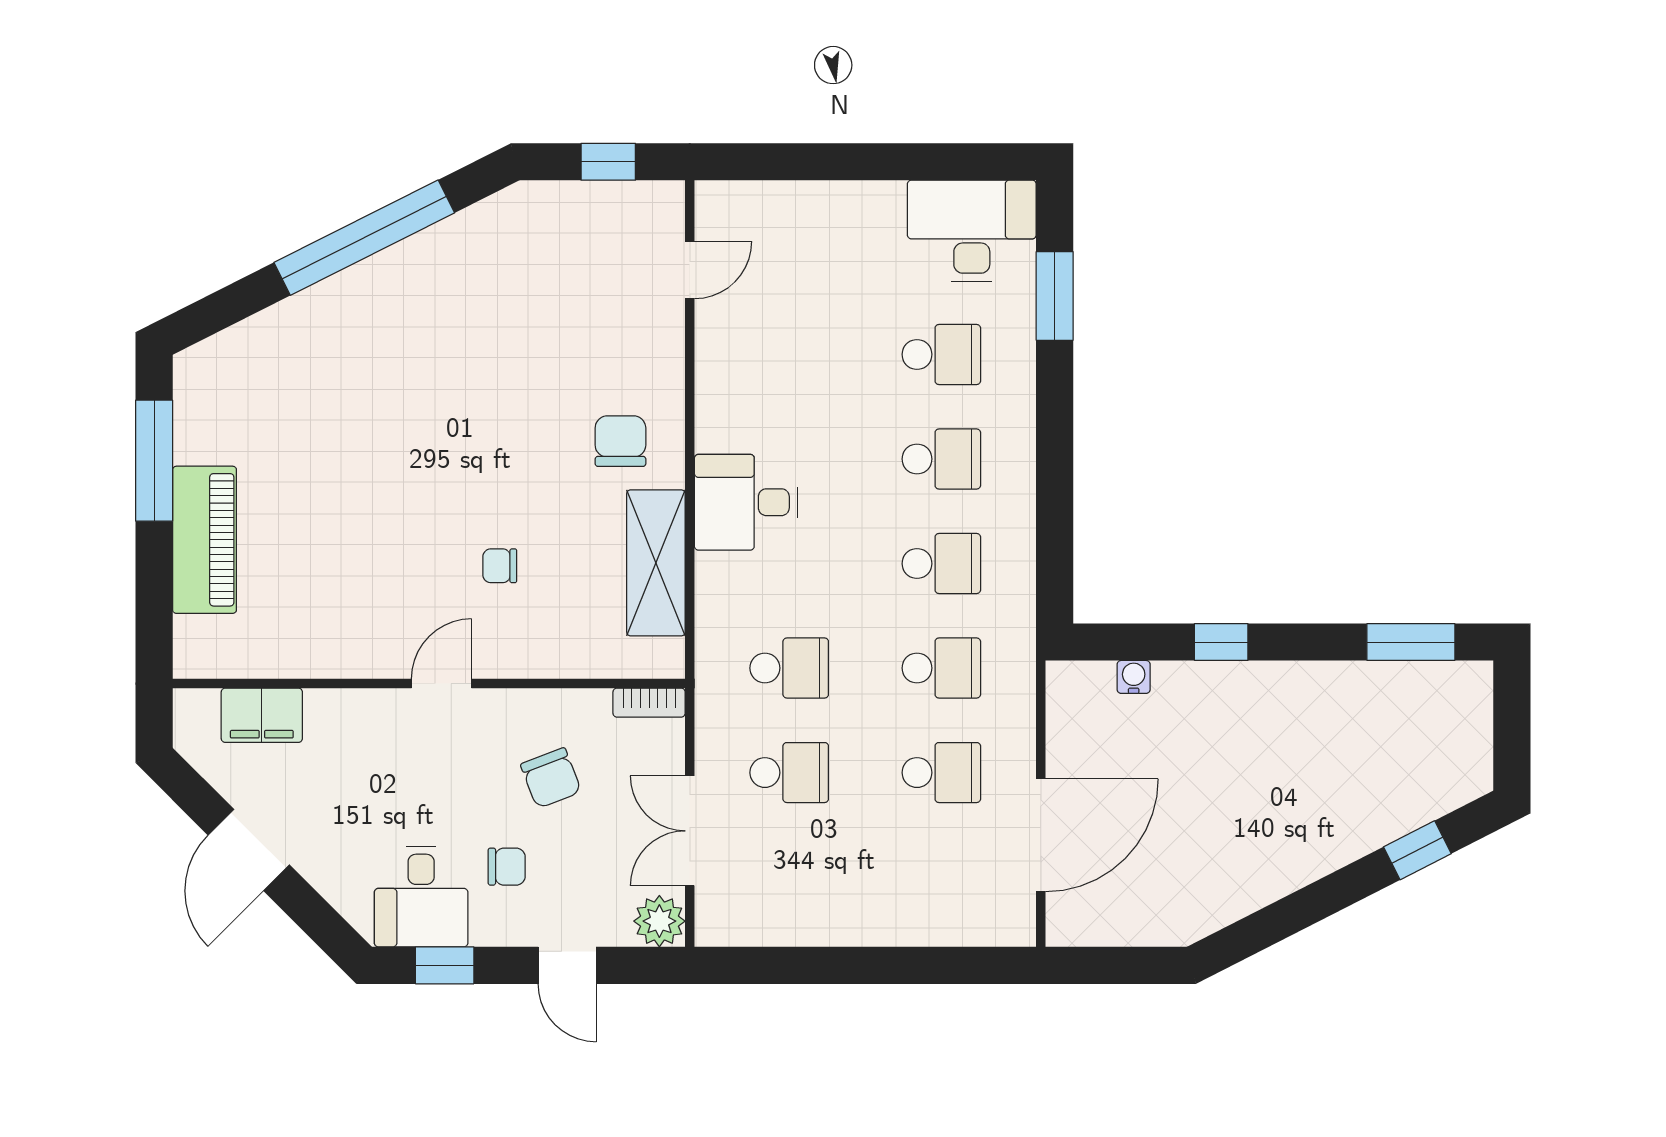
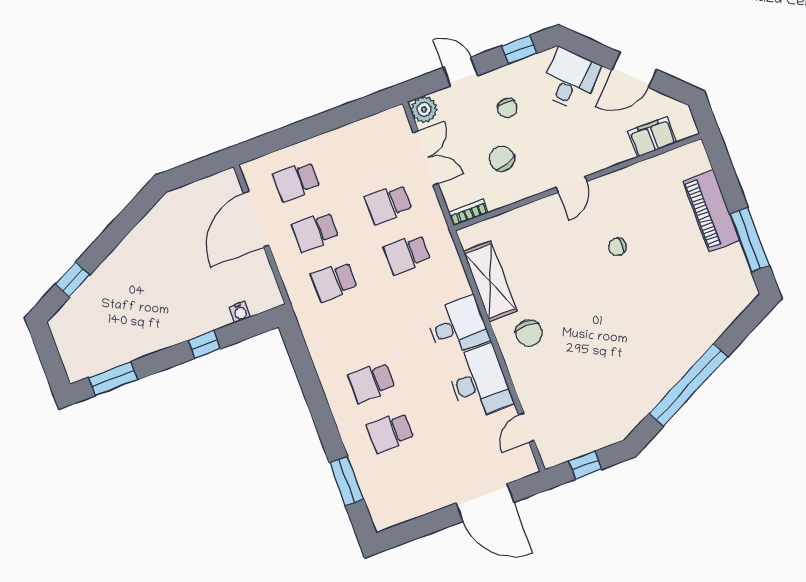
door: (817, 162) -> (485, 503), added
desk: (972, 231) -> (479, 382), moved, turned -90
school desk: (941, 564) -> (296, 181), moved
chair: (500, 566) -> (617, 247), moved, turned 180
door: (249, 850) -> (634, 70), swing flipped
chair: (507, 867) -> (507, 108), turned -90
desk: (421, 896) -> (570, 79), moved, turned 45

